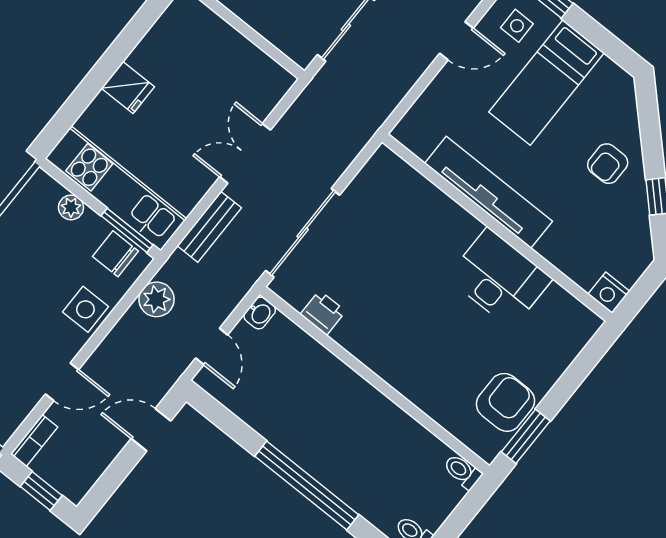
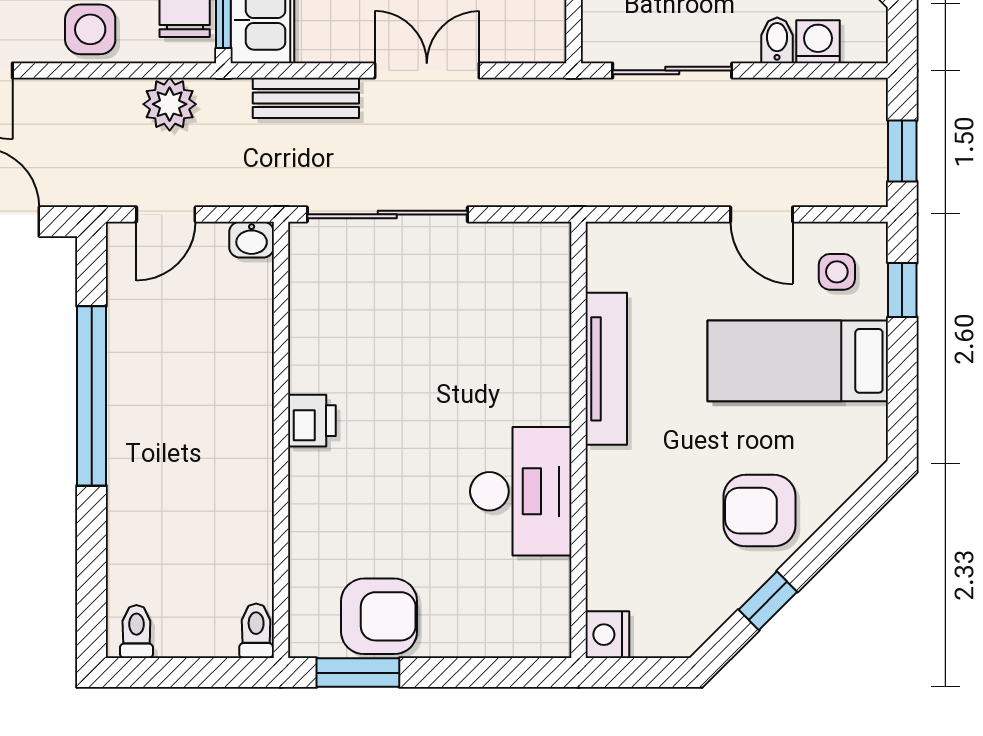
armchair: (608, 164) -> (760, 511), width x1.38, depth x1.38
tv unit: (488, 192) -> (606, 369), width x0.73, depth x0.78
printer: (323, 313) -> (312, 421), moved
window: (307, 486) -> (92, 396), moved

